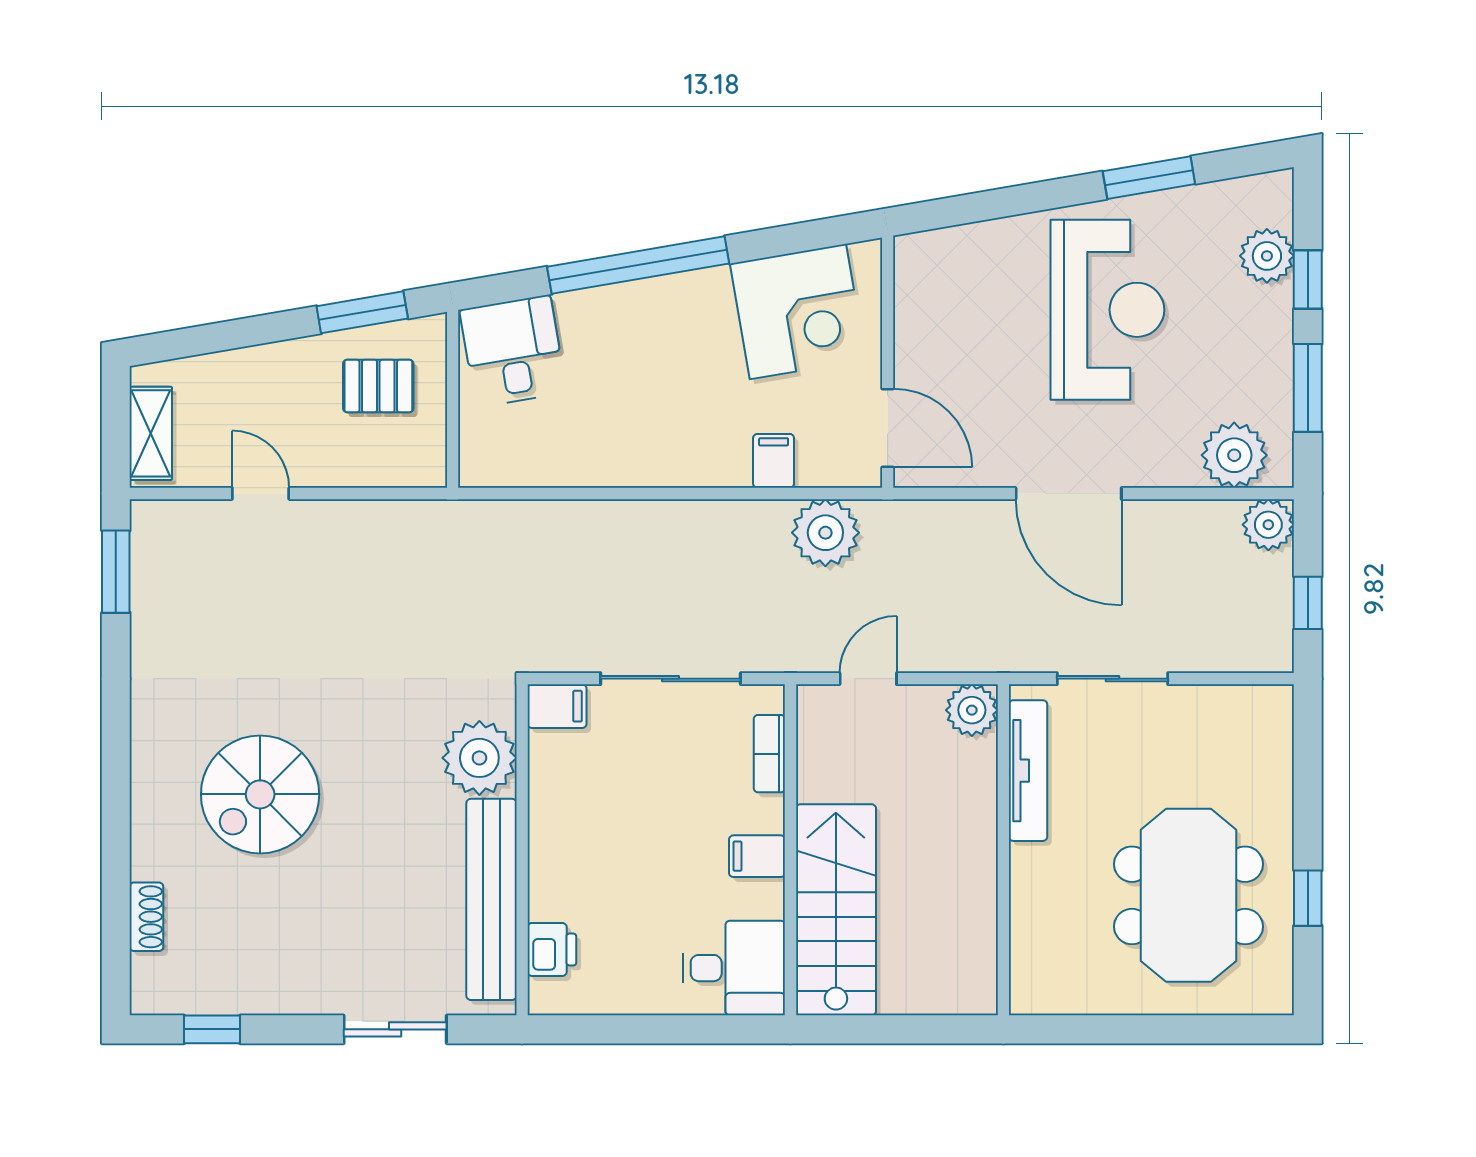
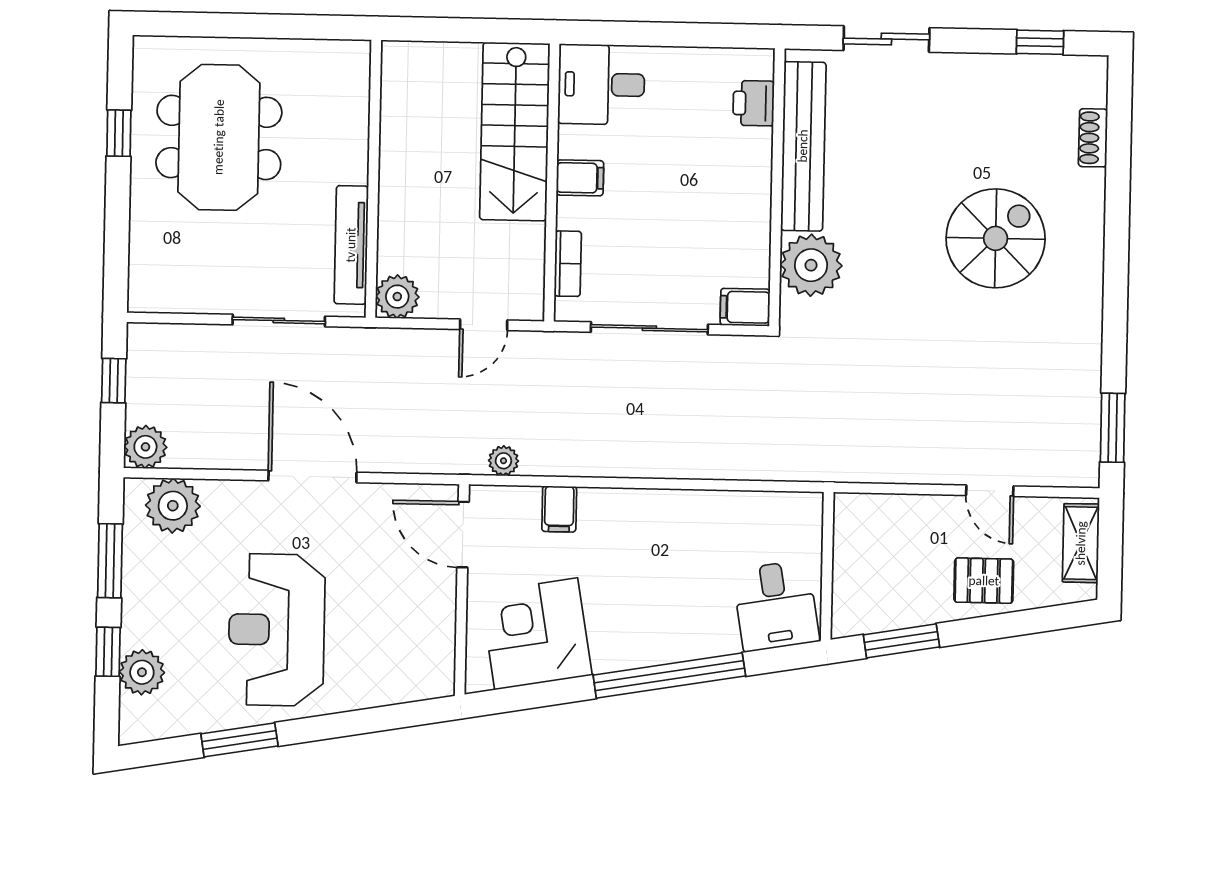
pallet: (378, 386) -> (984, 581), moved
plant: (825, 533) -> (503, 461), width x0.53, depth x0.53

